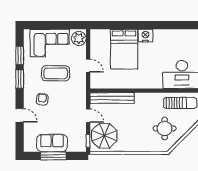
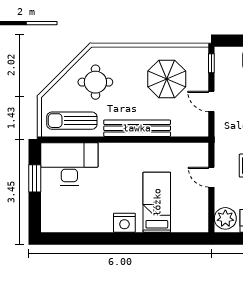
bed: (124, 49) -> (157, 202), width x0.67
bench: (112, 98) -> (137, 128), moved
parasol: (104, 136) -> (167, 79), moved

